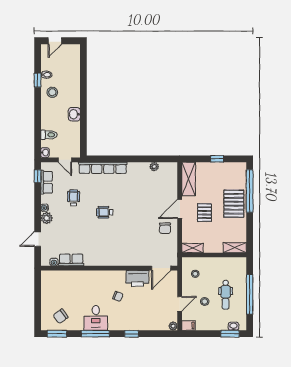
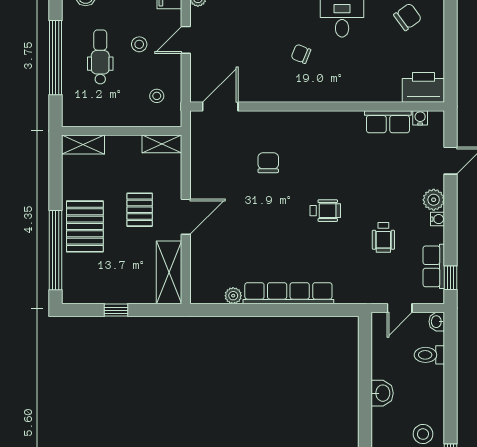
door: (65, 160) -> (400, 308), swing flipped
row of seats: (103, 168) -> (288, 293), moved
chair: (165, 228) -> (268, 163), moved
printer: (137, 278) -> (423, 87), moved

